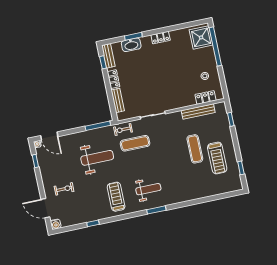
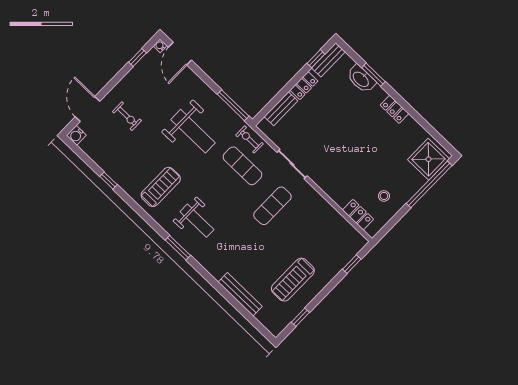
bench: (198, 111) -> (240, 294), moved
exercise mat: (195, 149) -> (272, 206), moved

